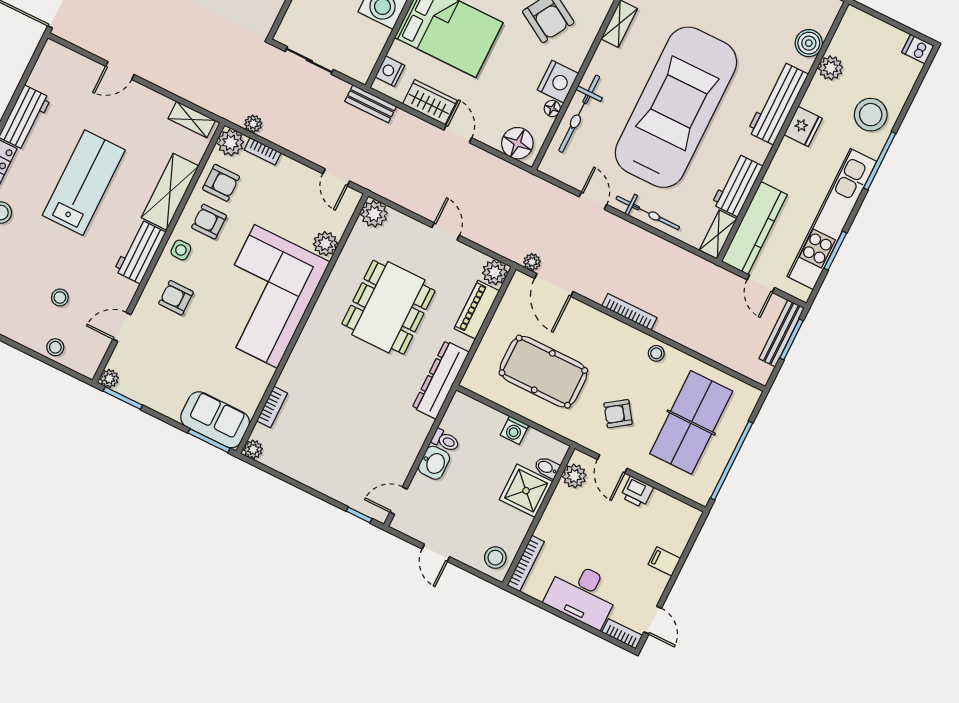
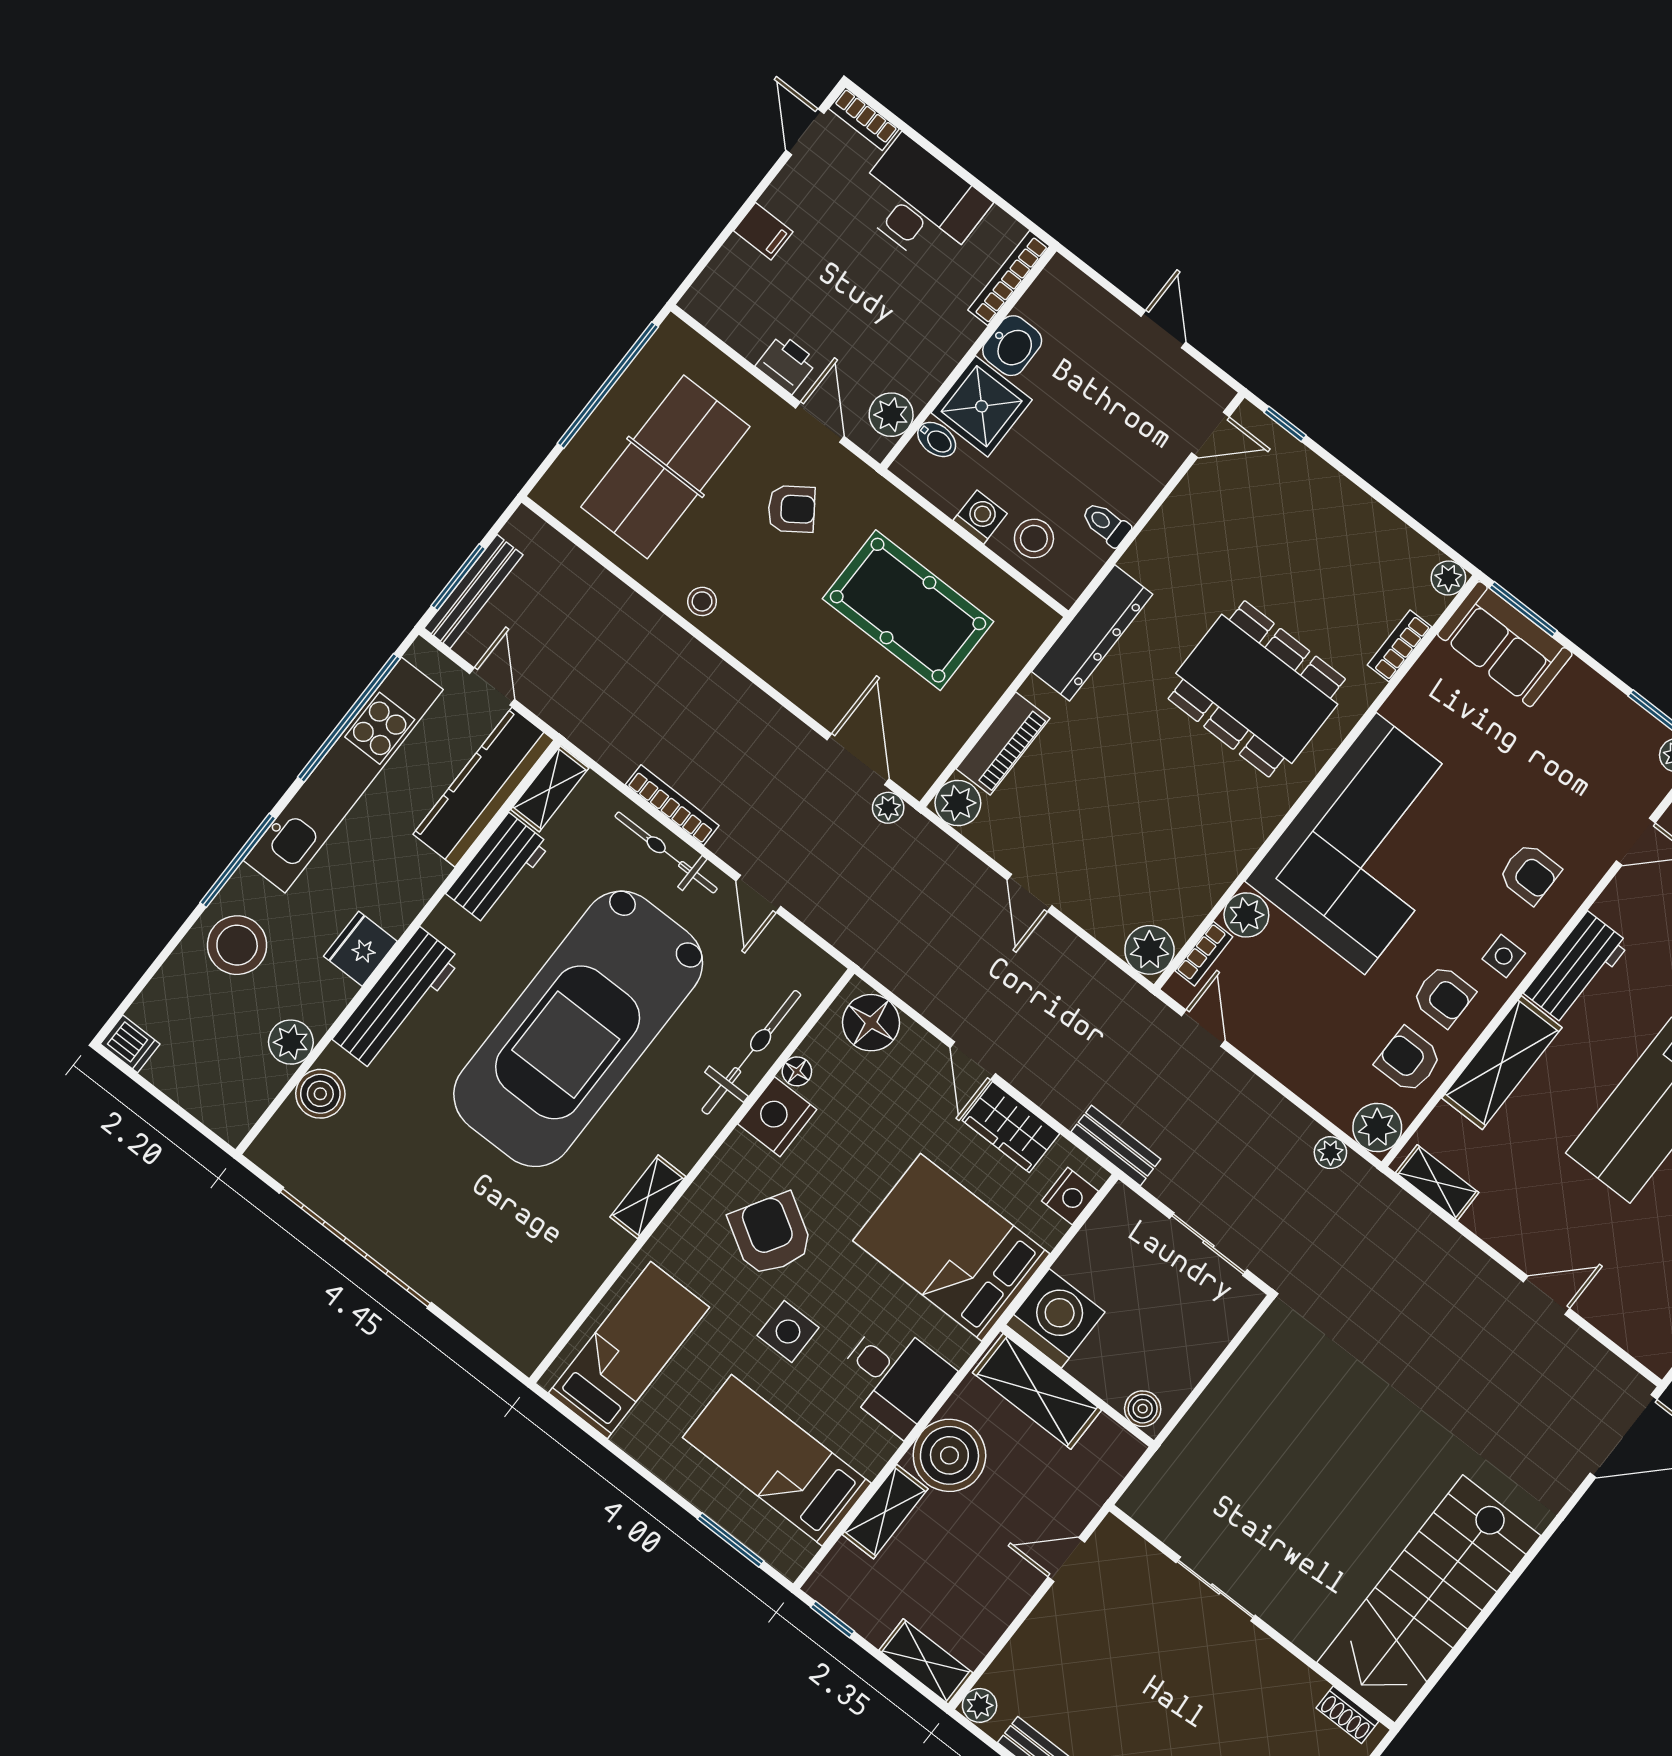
bookcase: (263, 151) -> (1204, 954), moved, turned 90
window: (835, 251) -> (349, 718), width x2.11
dining table: (388, 307) -> (1257, 689), moved, turned 90
bookcase: (629, 312) -> (672, 805), moved, turned 180
washbasin: (434, 463) -> (1012, 346), moved, turned 180
stool: (495, 558) -> (1034, 538), moved

